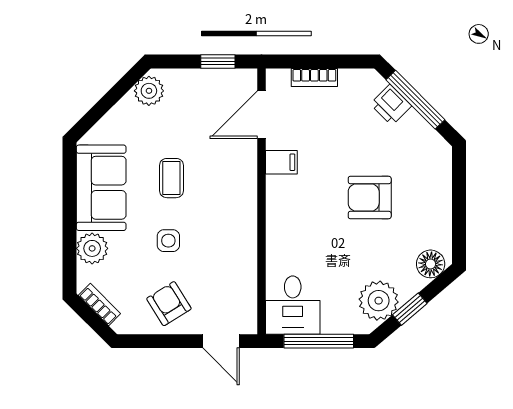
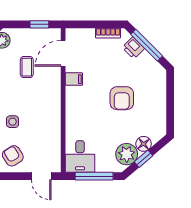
bookcase: (314, 78) -> (108, 33), moved
coffee table: (171, 178) -> (27, 67), moved
armchair: (370, 197) -> (122, 98), turned -90
floor lamp: (431, 264) -> (144, 144), moved

